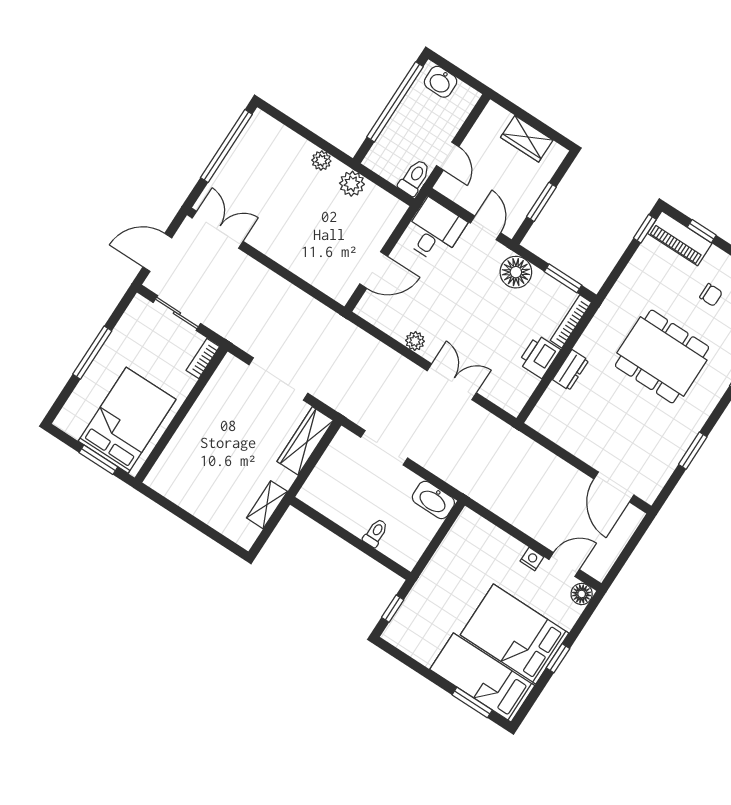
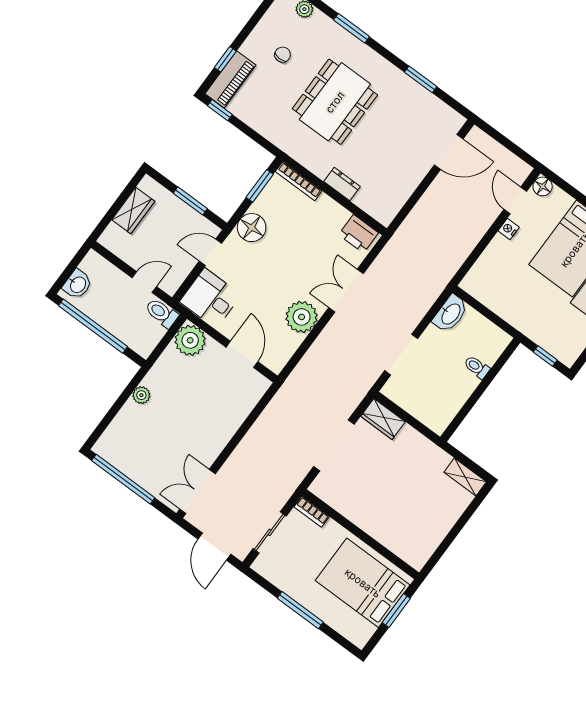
plant: (352, 184) -> (190, 340), moved, width x1.36, depth x1.36
plant: (415, 341) -> (302, 317), width x1.88, depth x1.88
printer: (539, 356) -> (358, 234), moved
wardrobe: (305, 441) -> (383, 419), width x0.67
shelving: (267, 505) -> (465, 477), moved

